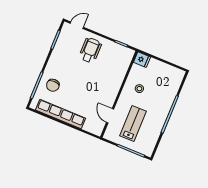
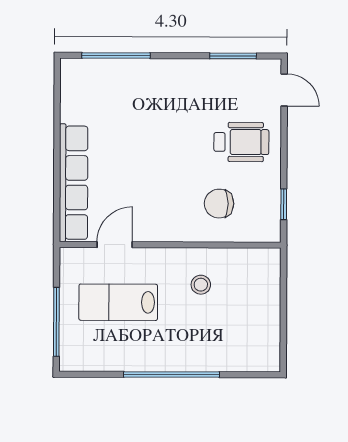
fridge: (142, 60) -> (267, 264), removed
chair: (53, 85) -> (219, 204), moved
row of seats: (60, 114) -> (74, 183), moved
lab bench: (133, 124) -> (118, 302), turned 180

